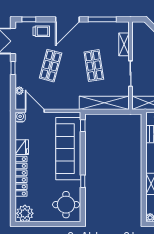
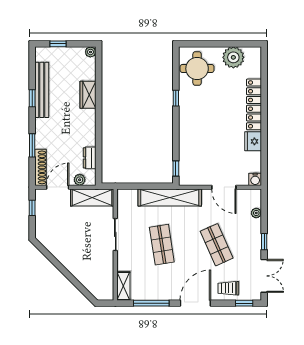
shelving: (124, 44) -> (123, 286), moved
shop shelf: (51, 66) -> (217, 245), turned -39
shelving: (104, 103) -> (170, 197), moved
door: (35, 111) -> (224, 187), moved
sofa: (68, 149) -> (194, 139), removed
plant: (25, 213) -> (233, 57), moved

